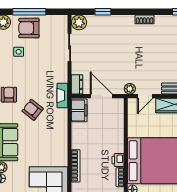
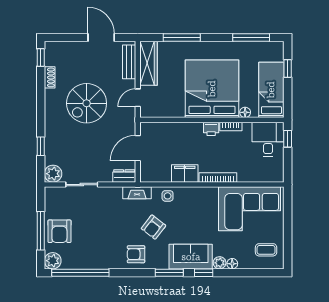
shoe rack: (145, 19) -> (50, 77), moved
side table: (19, 52) -> (168, 196), moved
spiral stairs: (140, 52) -> (87, 103), added
plant: (130, 89) -> (129, 115), removed
door: (145, 96) -> (138, 98), swing flipped
filing cabinet: (79, 110) -> (185, 173), moved

